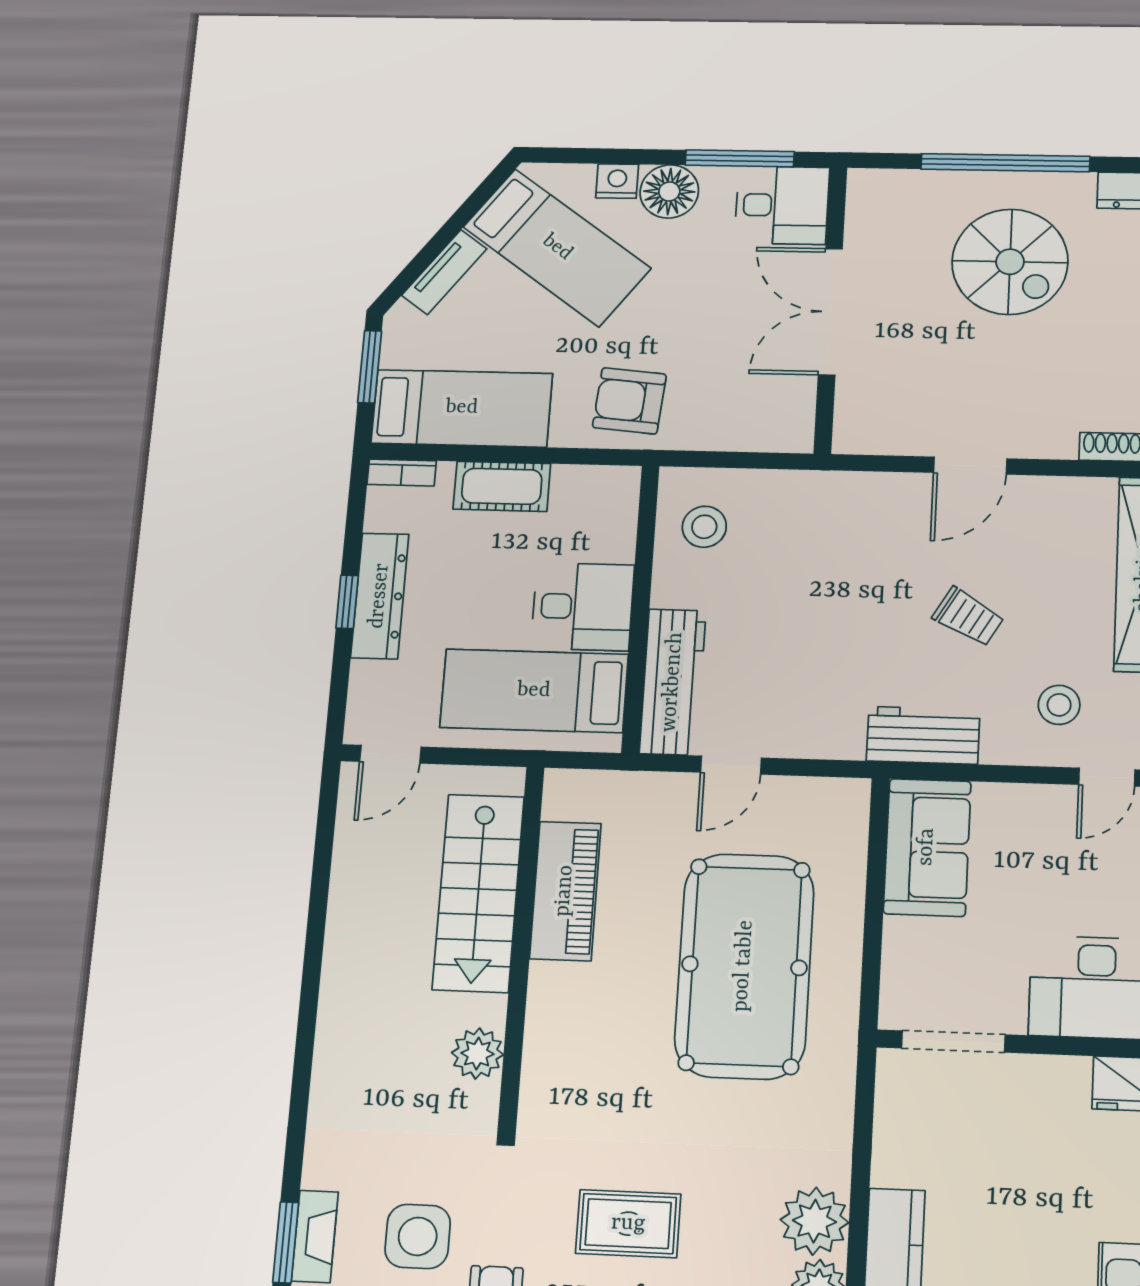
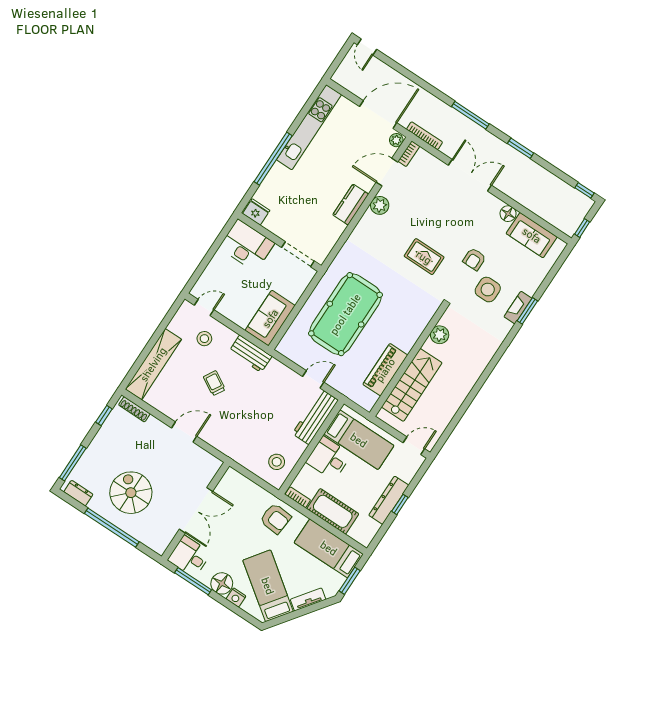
bookcase: (402, 473) -> (298, 497), moved
cot: (502, 486) -> (333, 511), width x1.37, depth x1.34
plant: (814, 1221) -> (370, 225), removed

